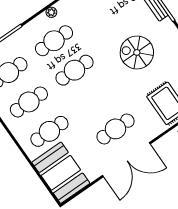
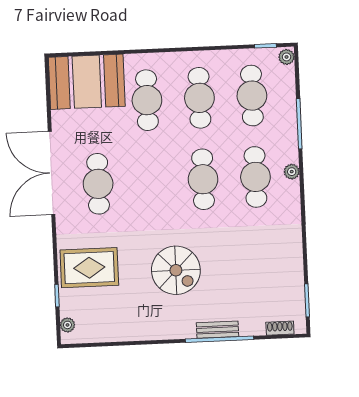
plant: (51, 12) -> (292, 172), moved
spiral stairs: (137, 52) -> (176, 270), turned 90

